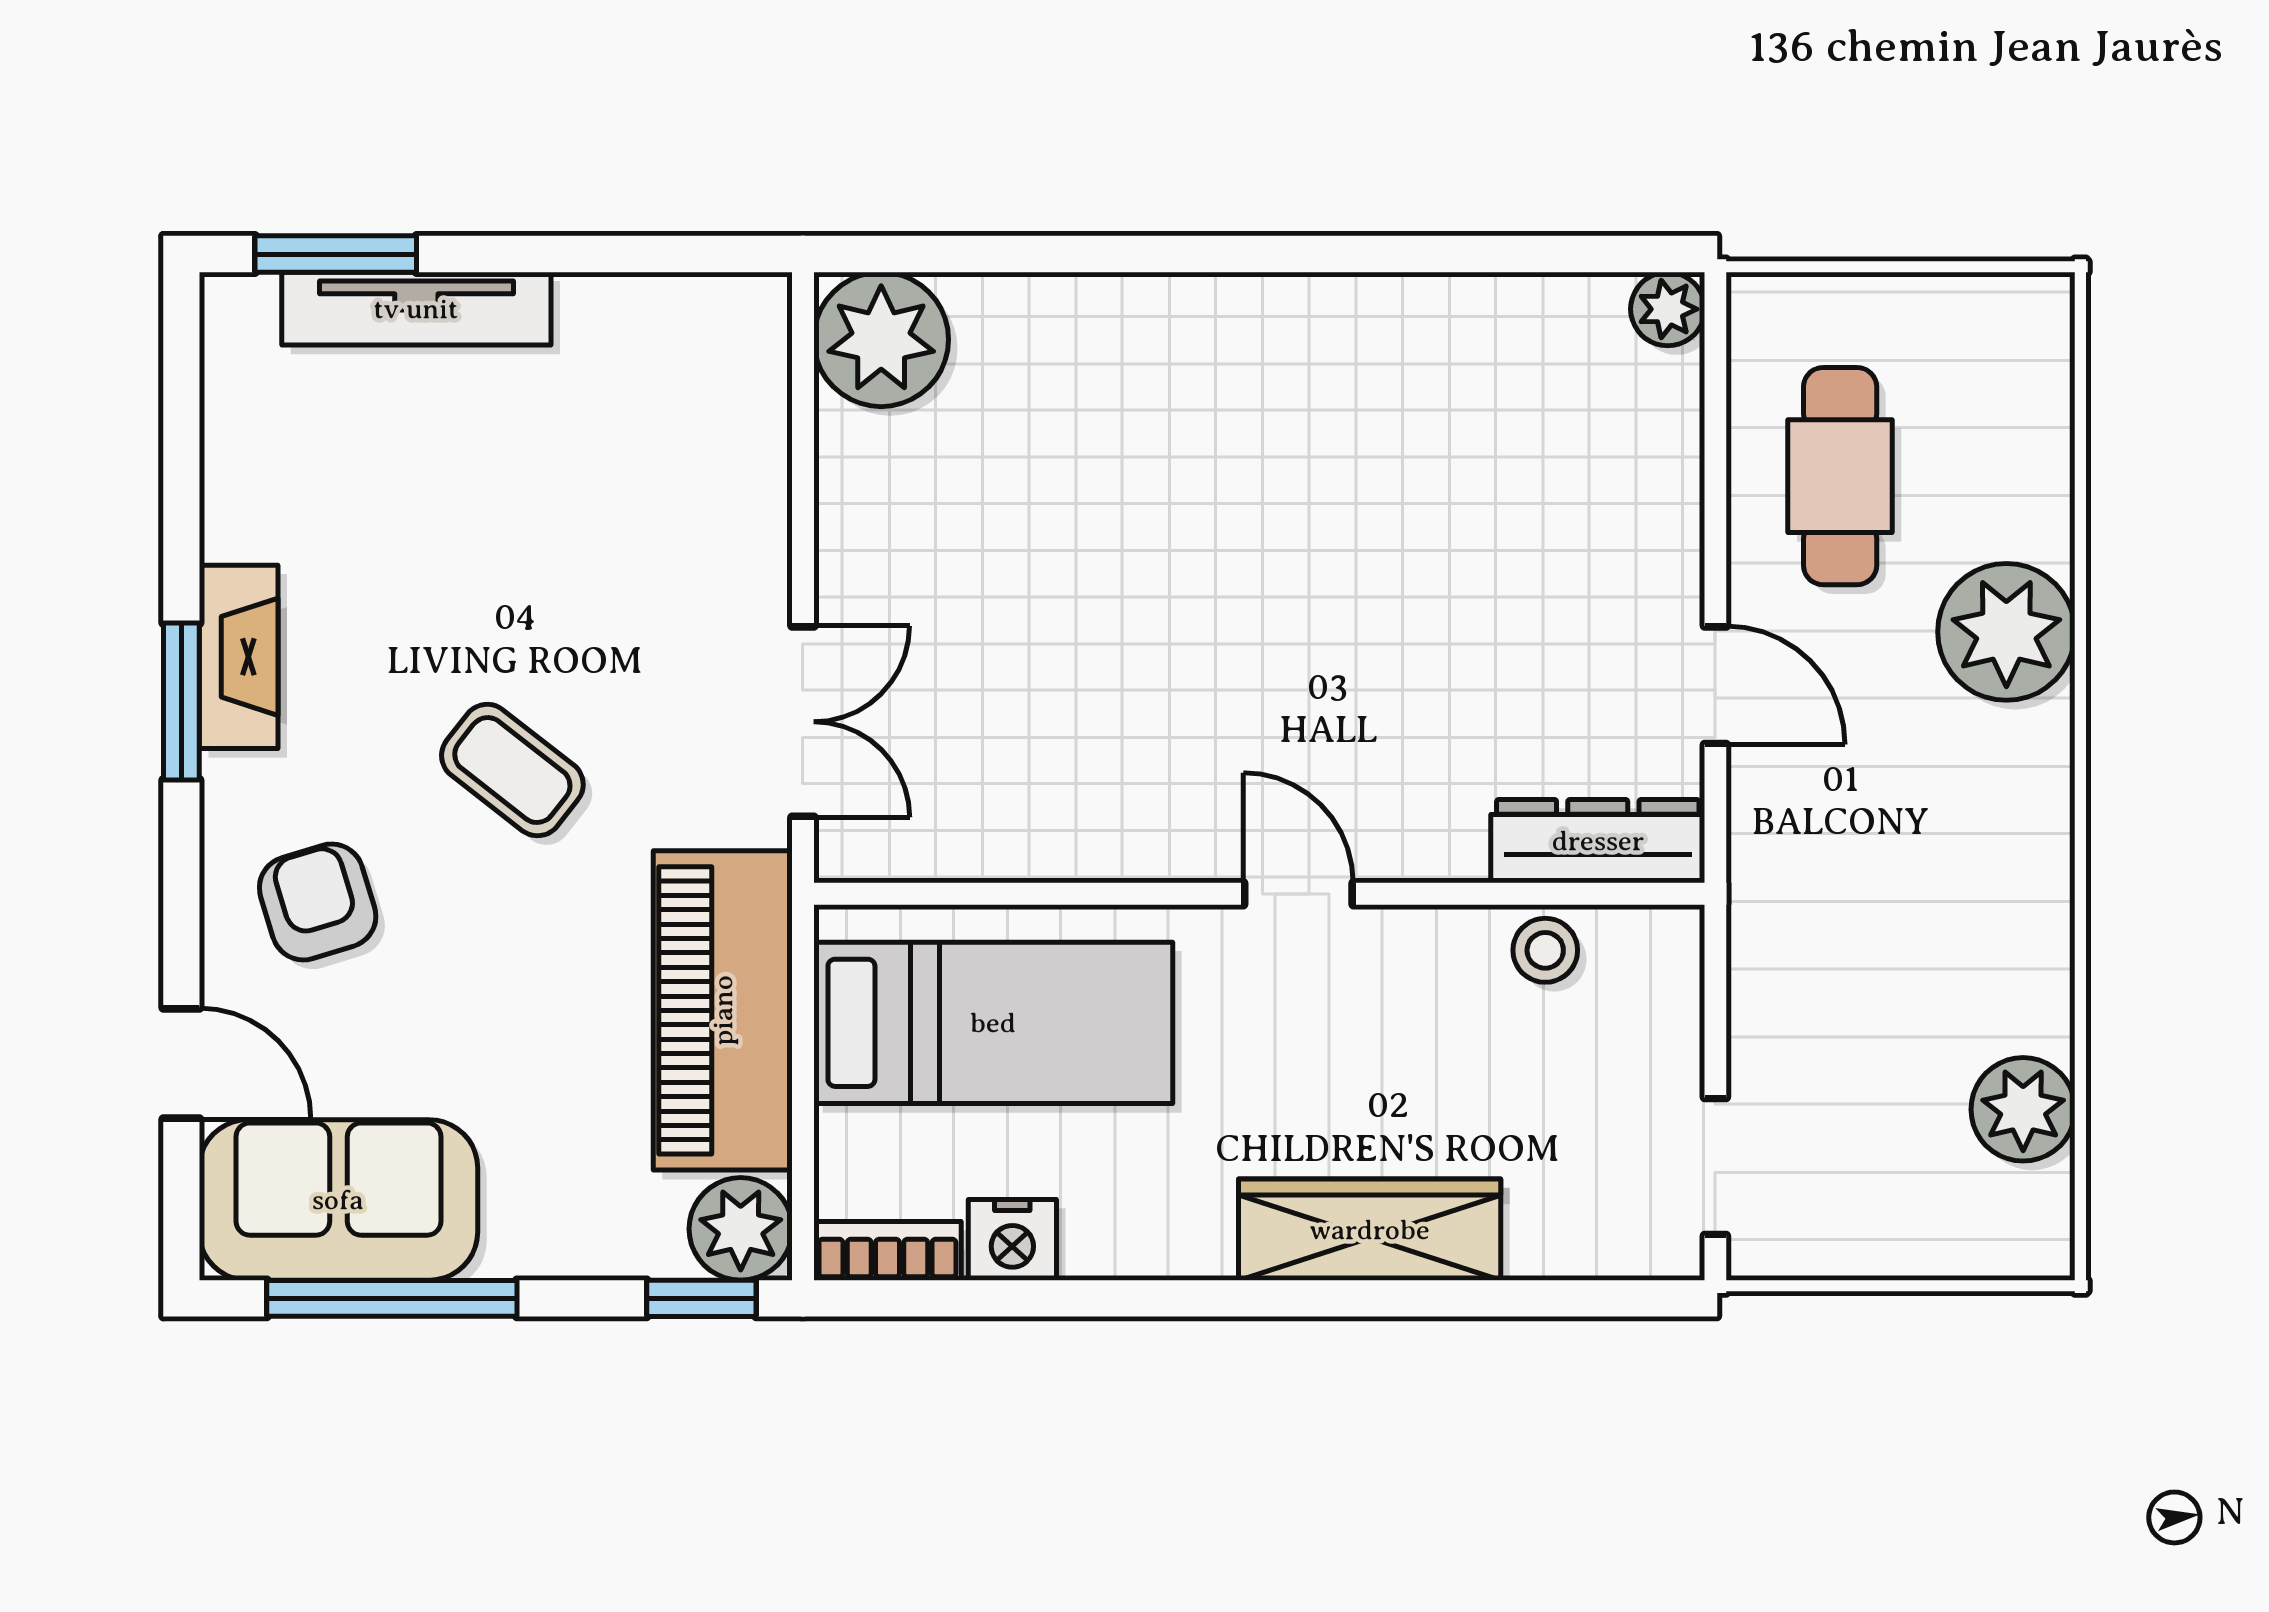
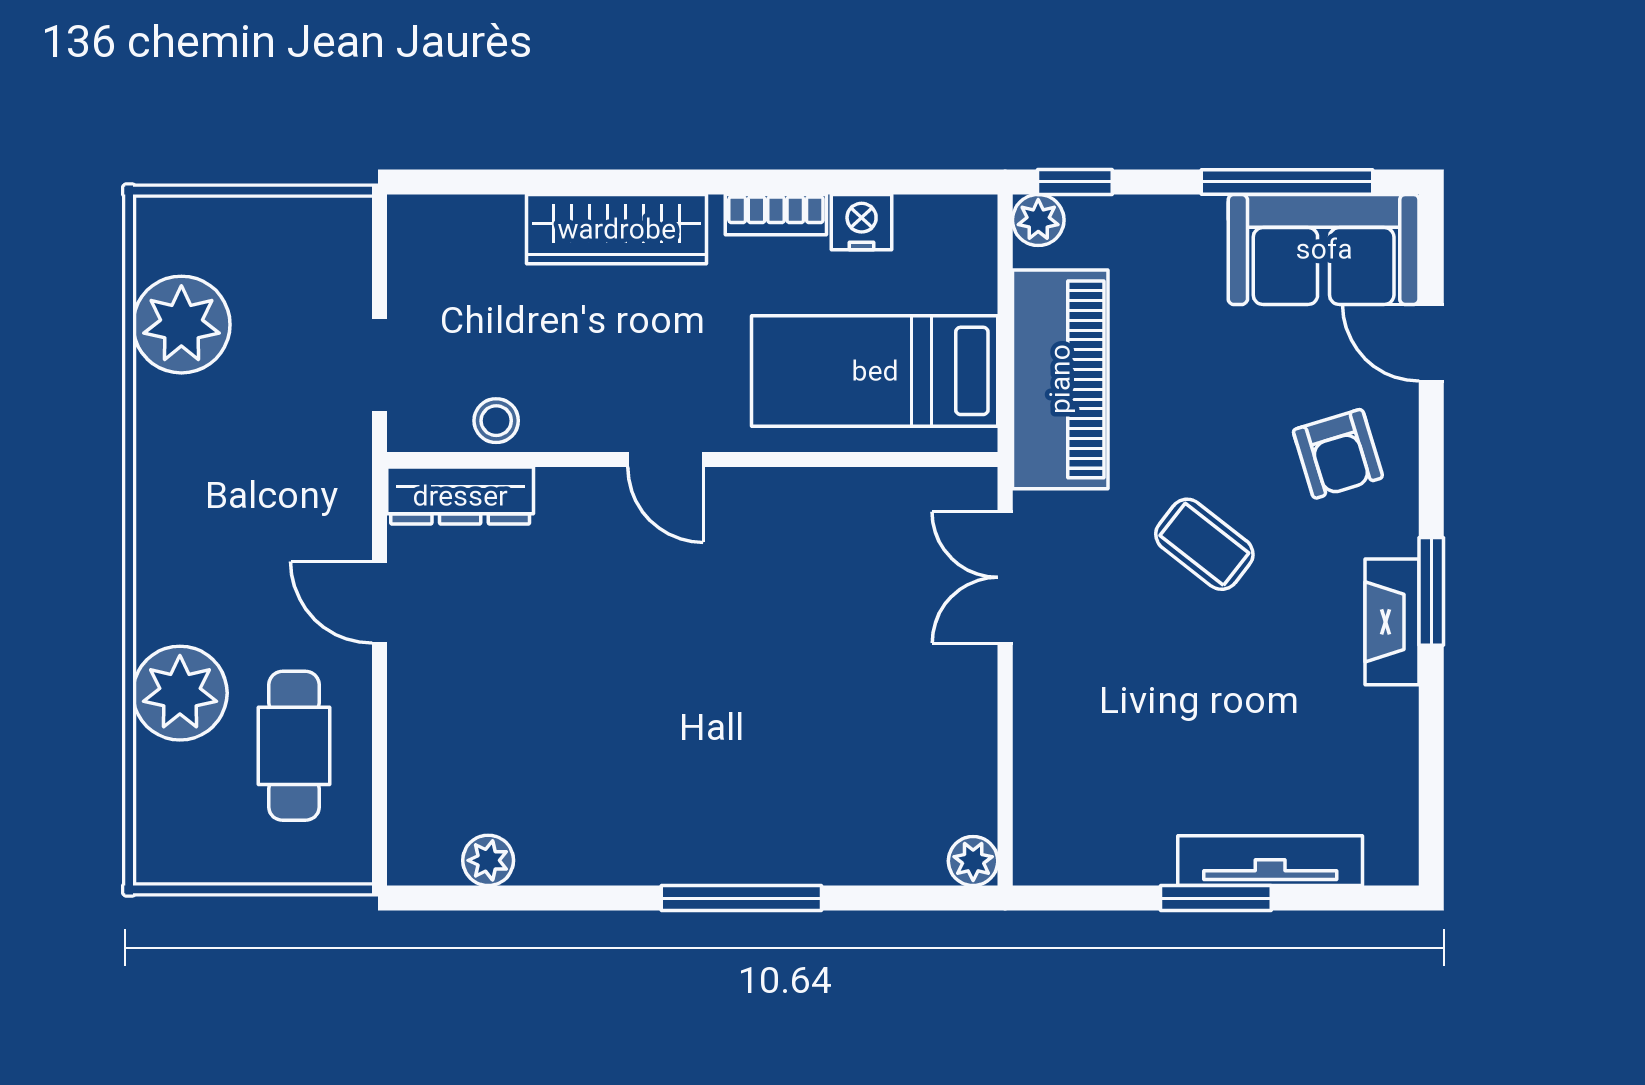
window: (336, 254) -> (1216, 898), moved
window: (1187, 254) -> (741, 898), added
plant: (1668, 309) -> (488, 860), moved
plant: (881, 339) -> (973, 861), width x0.53, depth x0.53
plant: (2006, 632) -> (180, 693), moved
plant: (2023, 1109) -> (181, 325), width x1.36, depth x1.36
doorway: (1715, 1167) -> (379, 365), moved
plant: (741, 1229) -> (1038, 220), width x0.73, depth x0.73
bookcase: (887, 1251) -> (776, 215), moved

